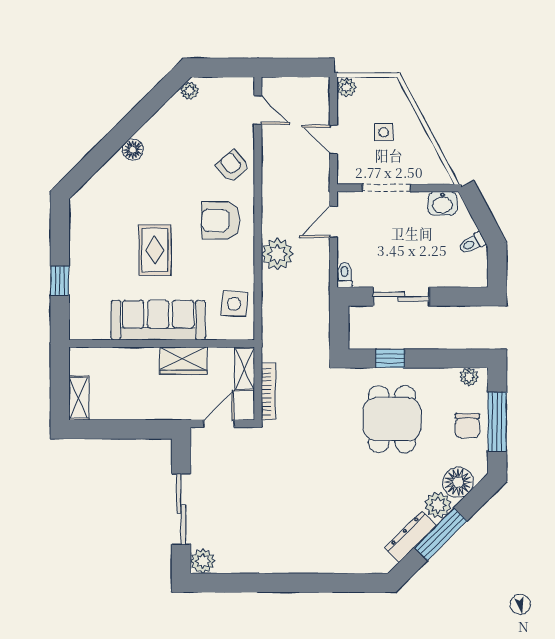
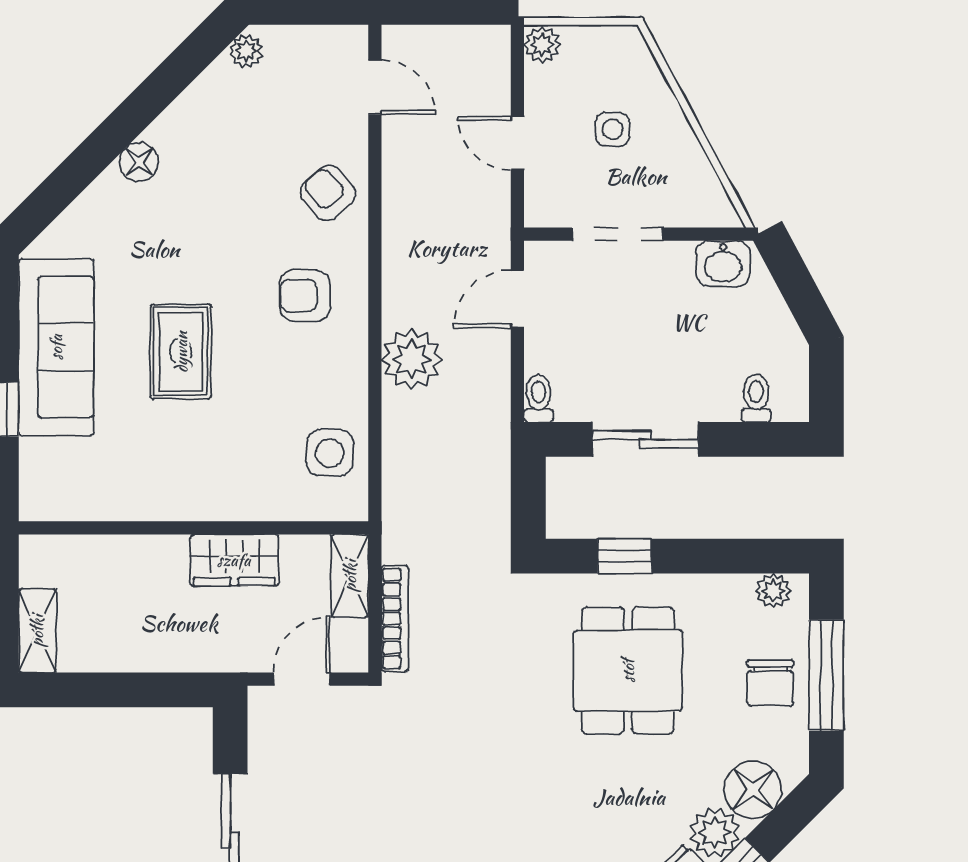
armchair: (221, 220) -> (305, 296), width x0.72, depth x0.72
toilet: (472, 243) -> (756, 398), moved, turned 118
sofa: (158, 320) -> (56, 347), moved, turned 90

